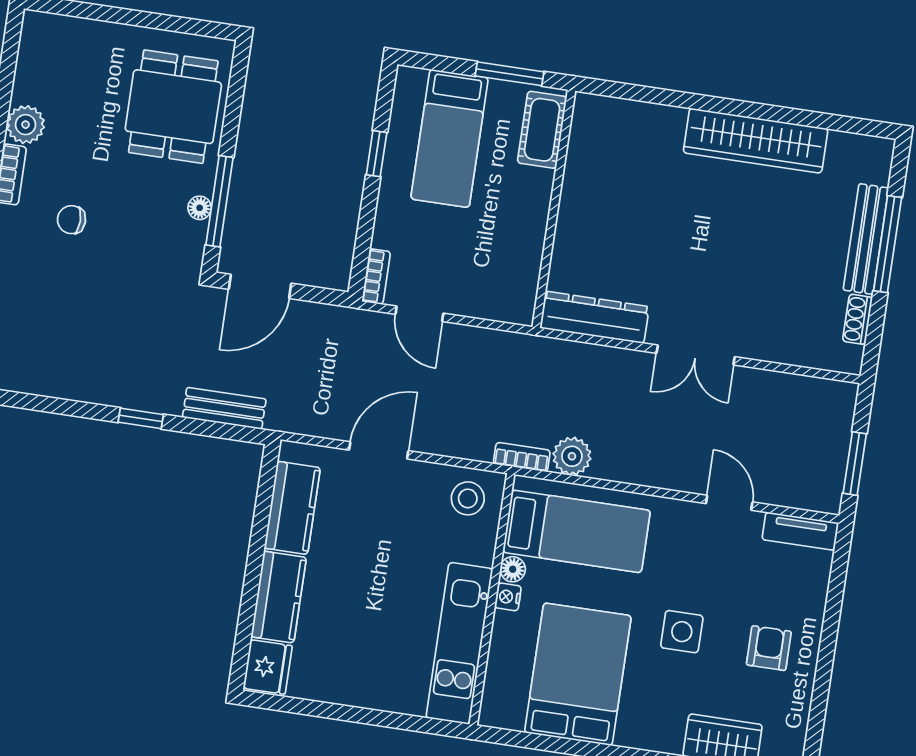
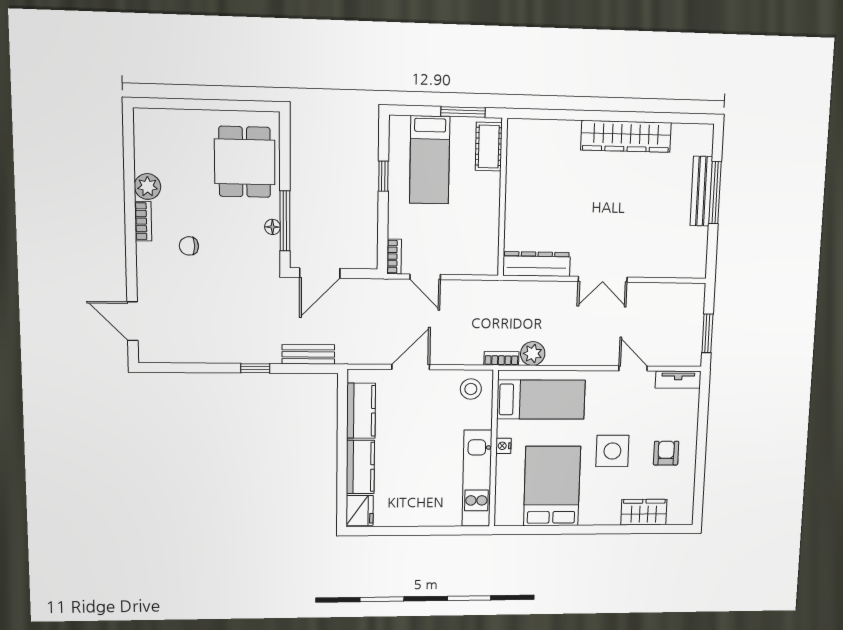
shoe rack: (857, 319) -> (701, 243), removed
floor lamp: (513, 569) -> (504, 429), removed
side table: (682, 632) -> (612, 451), width x1.37, depth x1.37

